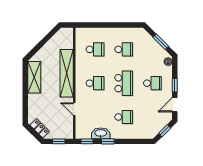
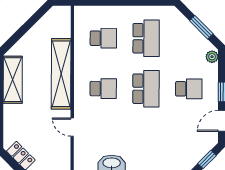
school desk: (124, 49) -> (146, 38), width x1.85
school desk: (124, 117) -> (146, 139), removed

